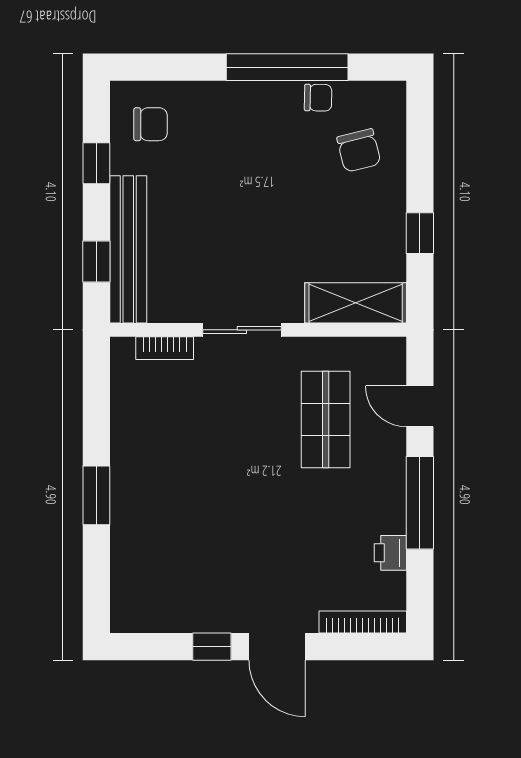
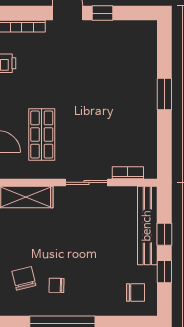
chair: (318, 98) -> (57, 285), moved
chair: (151, 124) -> (135, 292), turned 180
window: (96, 262) -> (164, 234), moved

